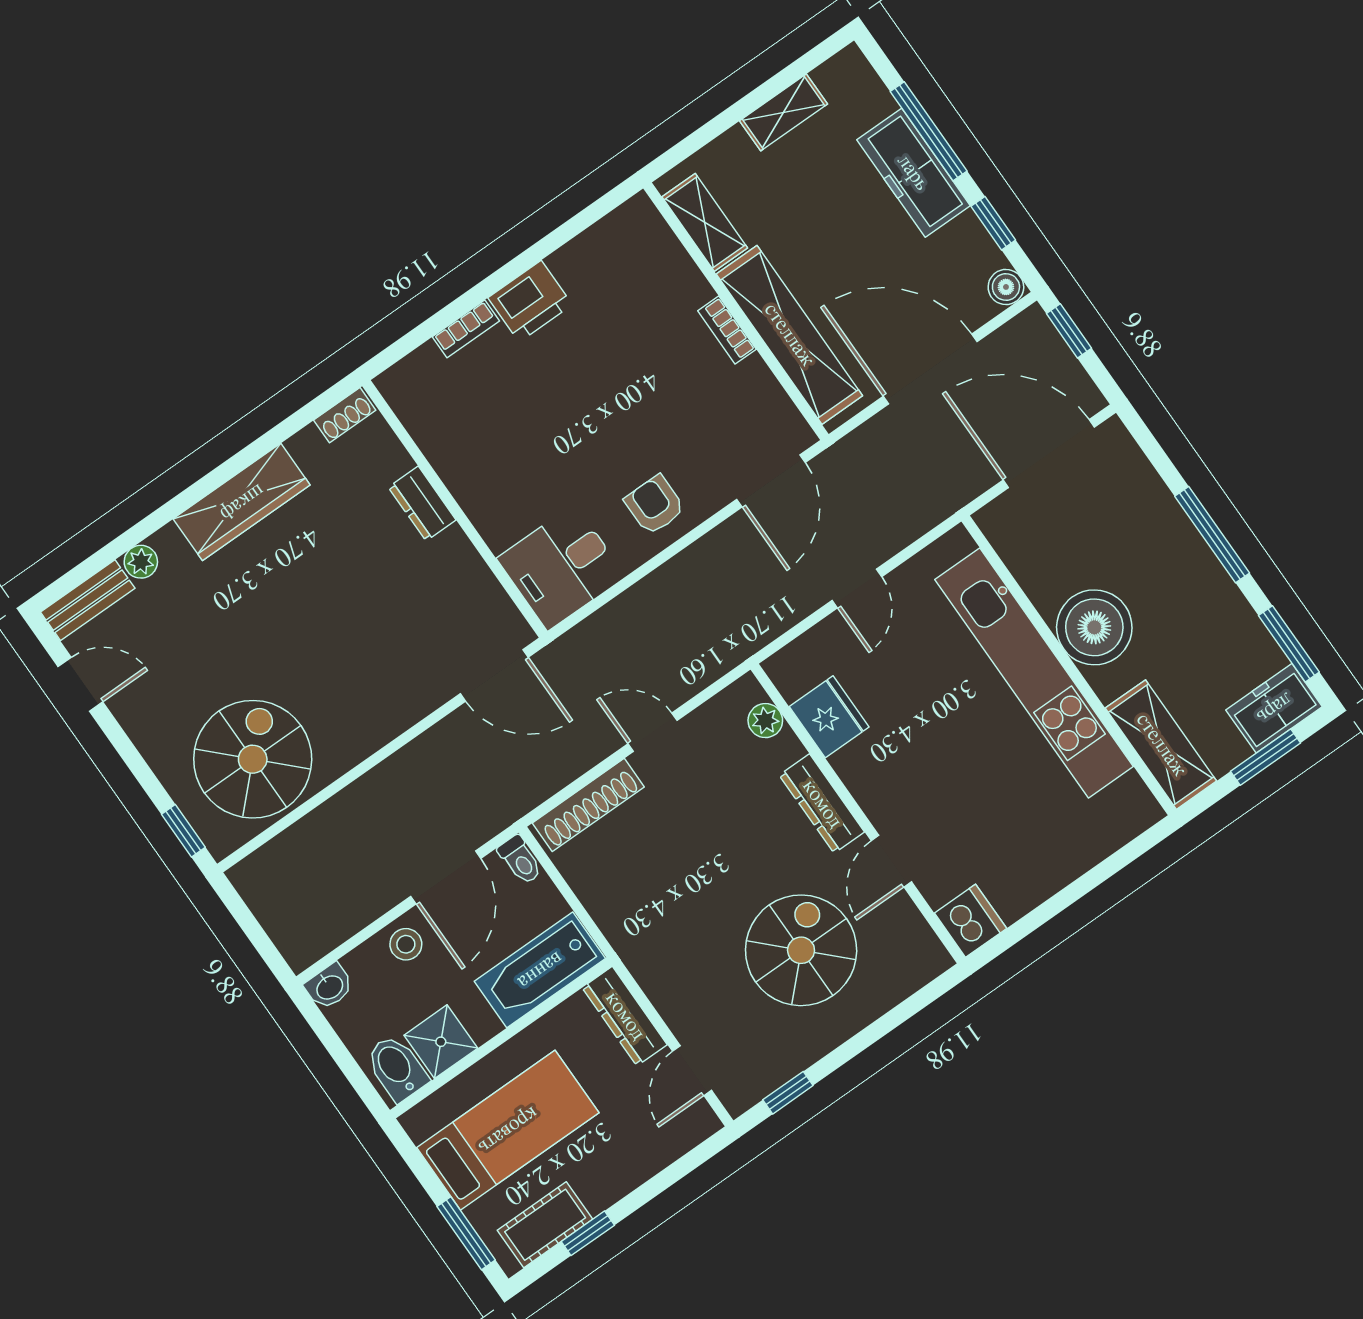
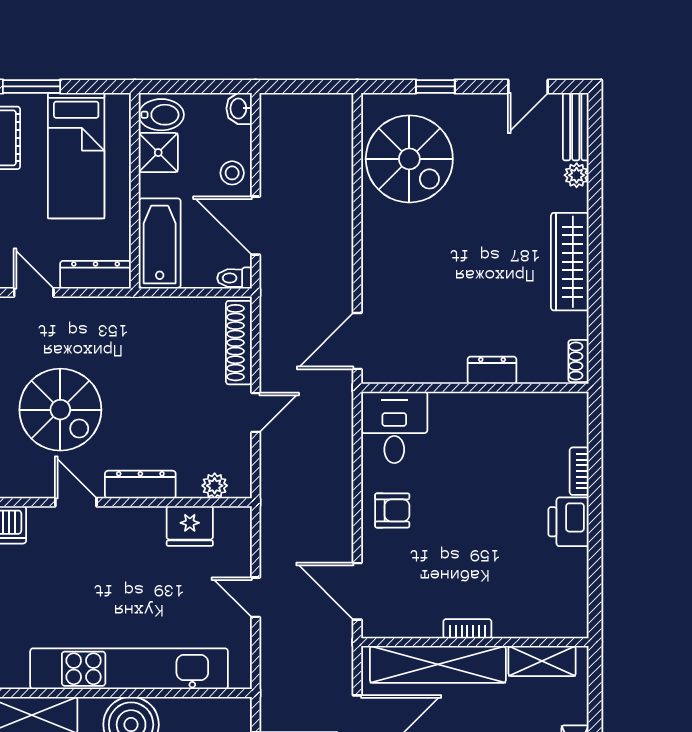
window: (183, 831) -> (435, 86), moved

